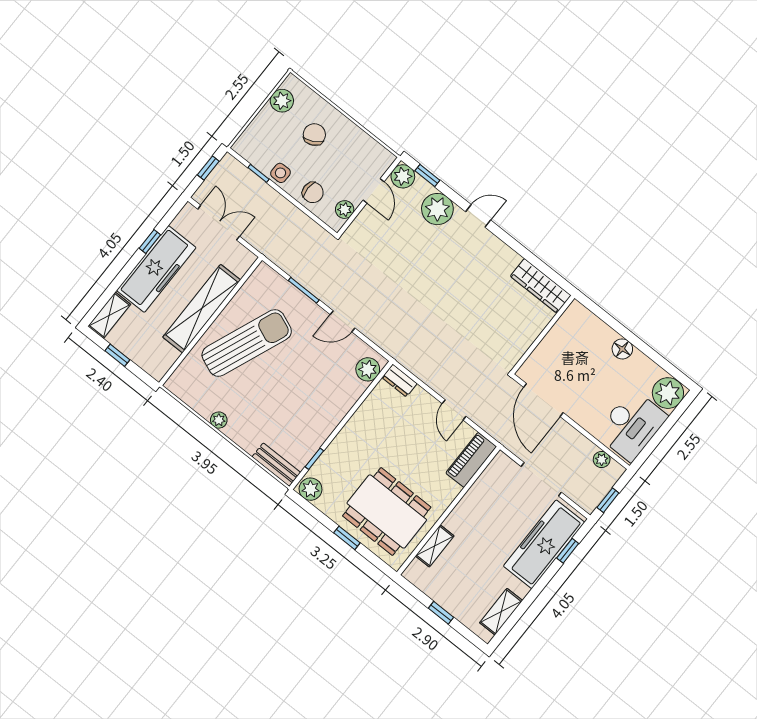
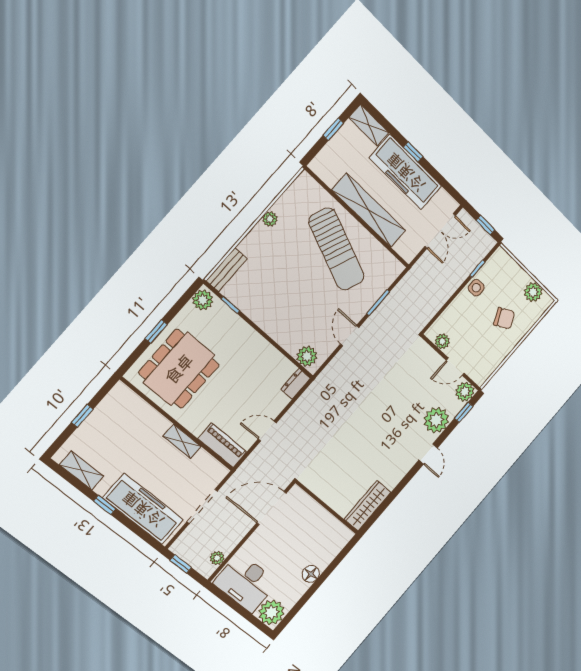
chair: (313, 192) -> (458, 315), removed
window: (150, 241) -> (413, 152), moved
shelving: (435, 546) -> (182, 441), moved
window: (568, 551) -> (105, 505), moved

